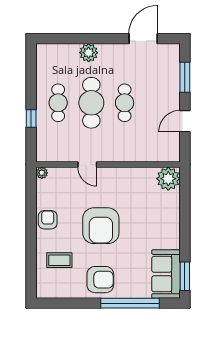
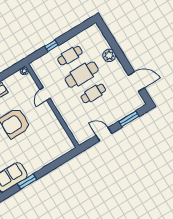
plant: (168, 179) -> (65, 145), removed
window: (185, 276) -> (27, 182), moved

